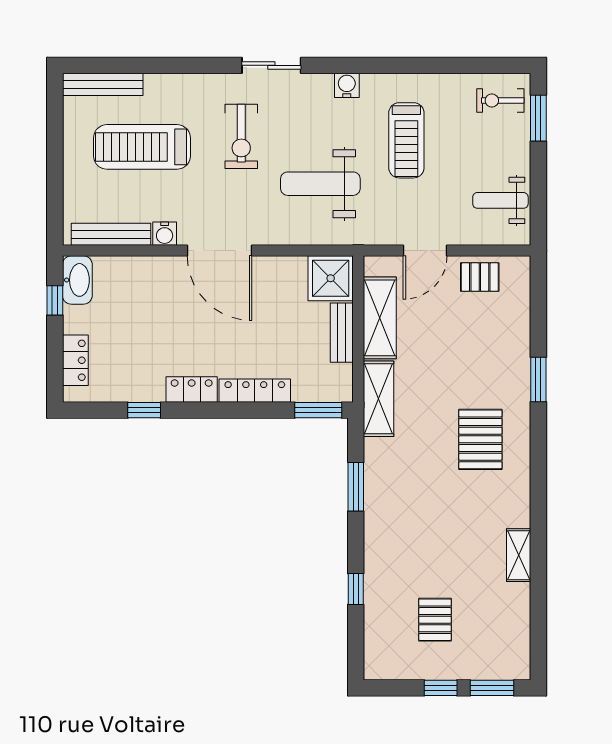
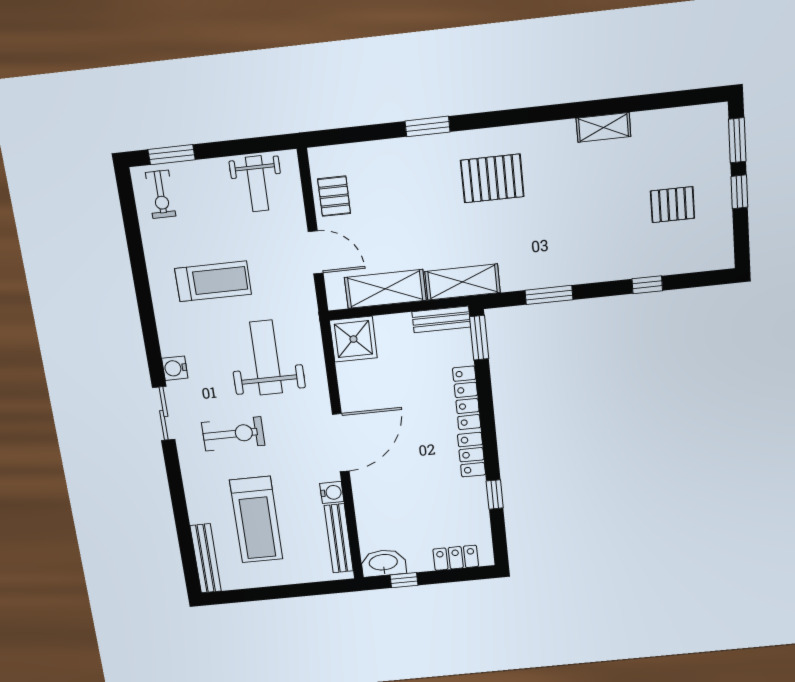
water cooler: (347, 85) -> (175, 368), moved
weight bench: (320, 184) -> (266, 358), turned 180
bench: (342, 333) -> (441, 319), moved

